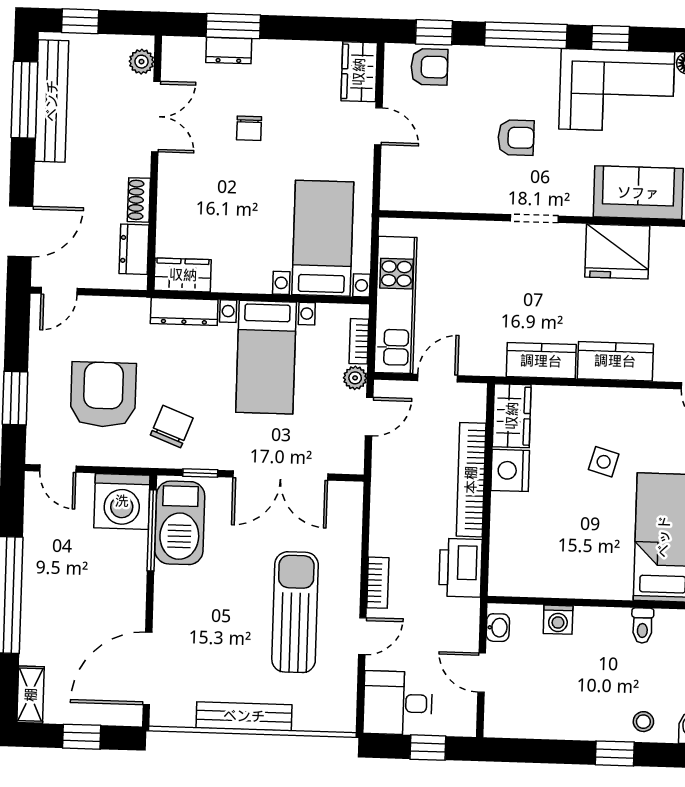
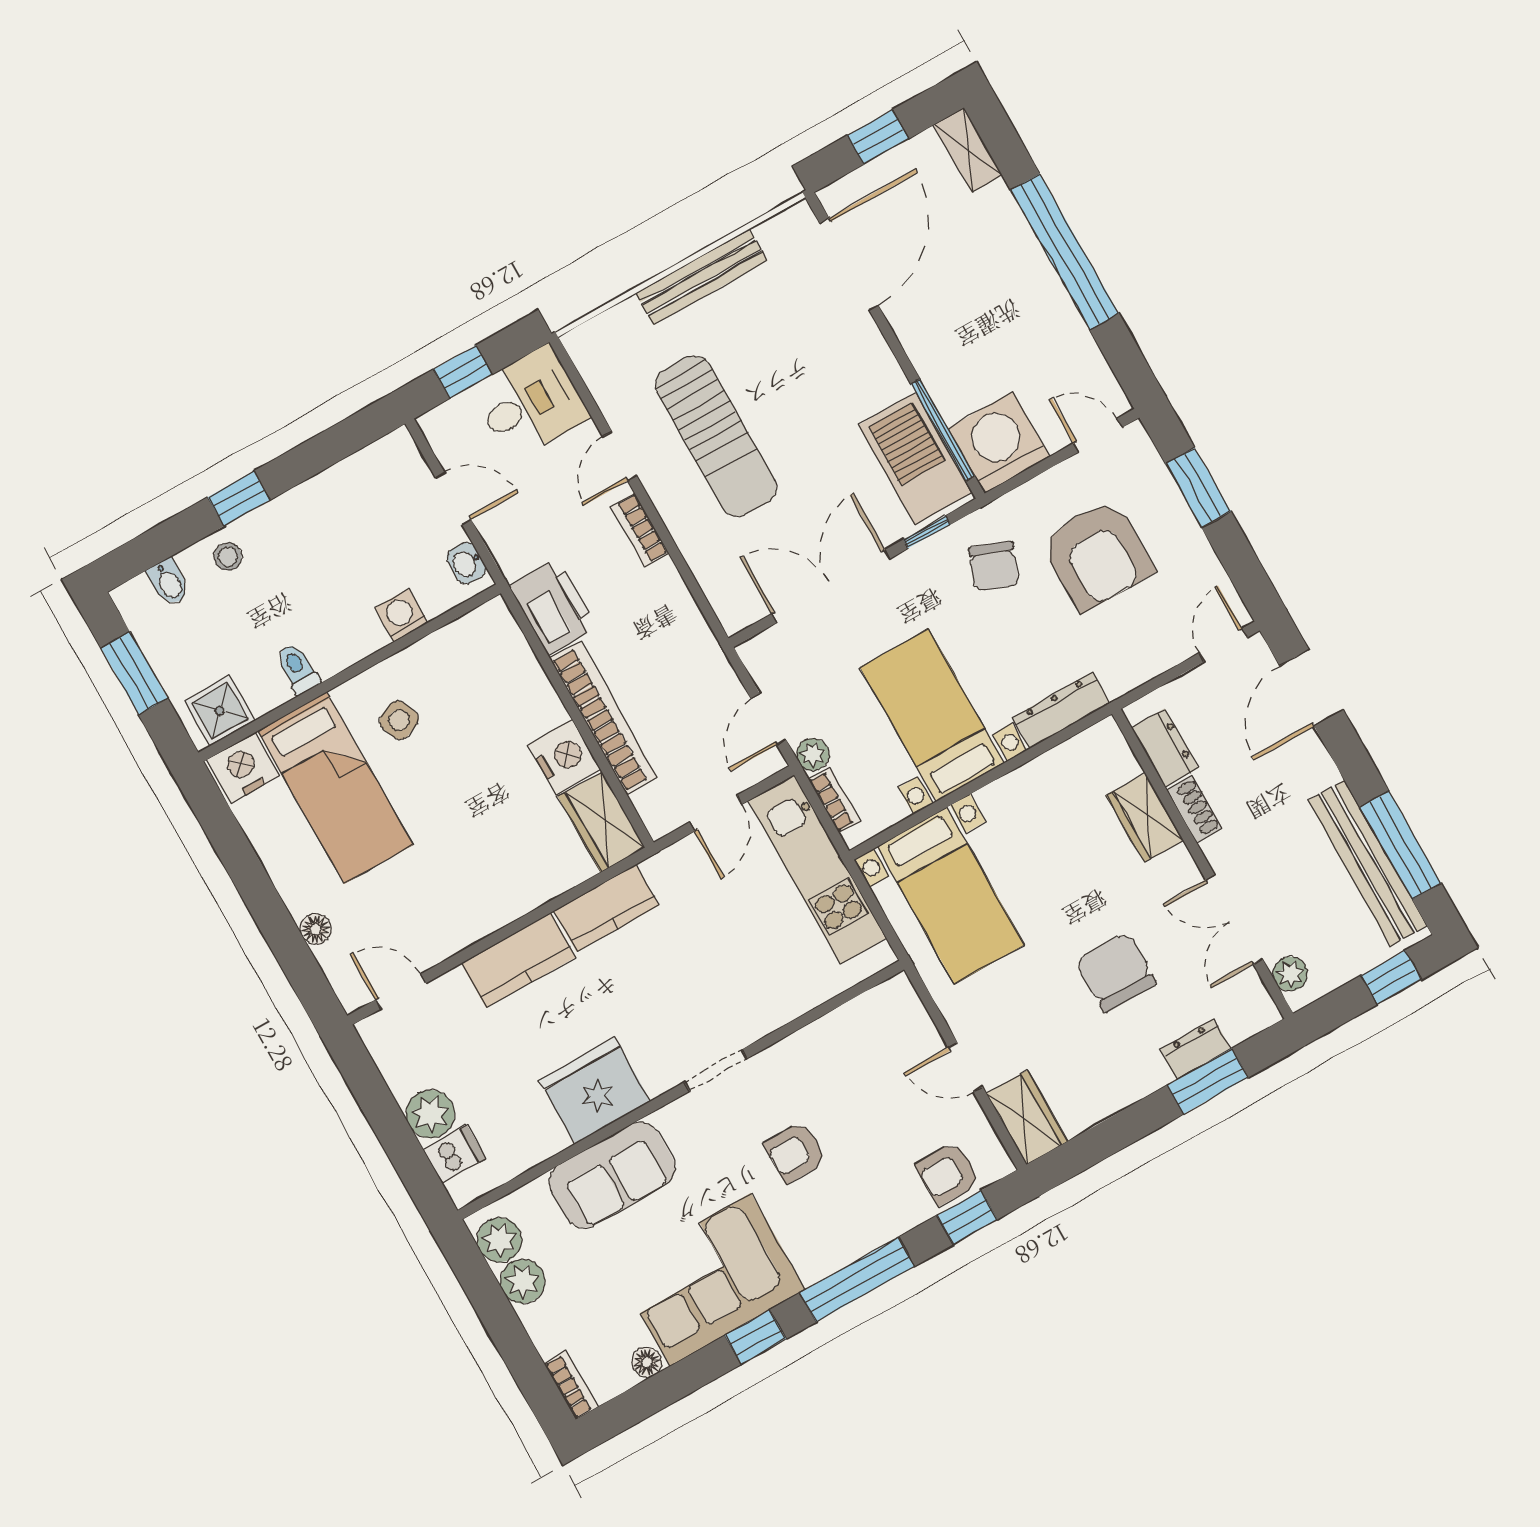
chair: (249, 128) -> (1116, 972), width x1.87, depth x1.87
wardrobe: (183, 275) -> (1145, 818), moved, turned 90
side table: (604, 462) -> (399, 720), moved, turned -38

